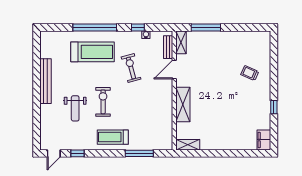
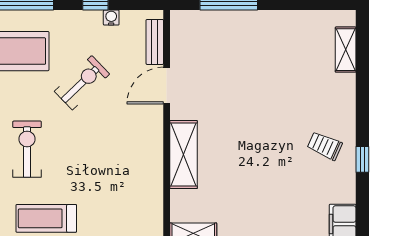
shelving: (181, 42) -> (346, 50), moved
exercise bike: (131, 68) -> (82, 83), turned 61
trolley: (250, 73) -> (325, 146), moved

